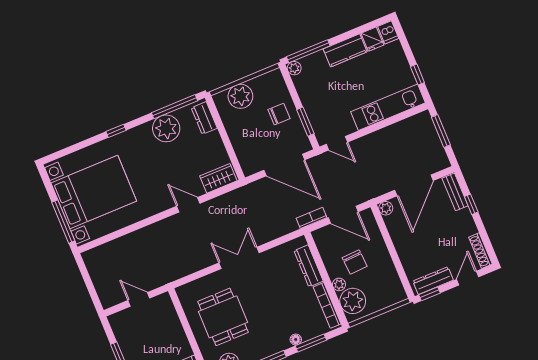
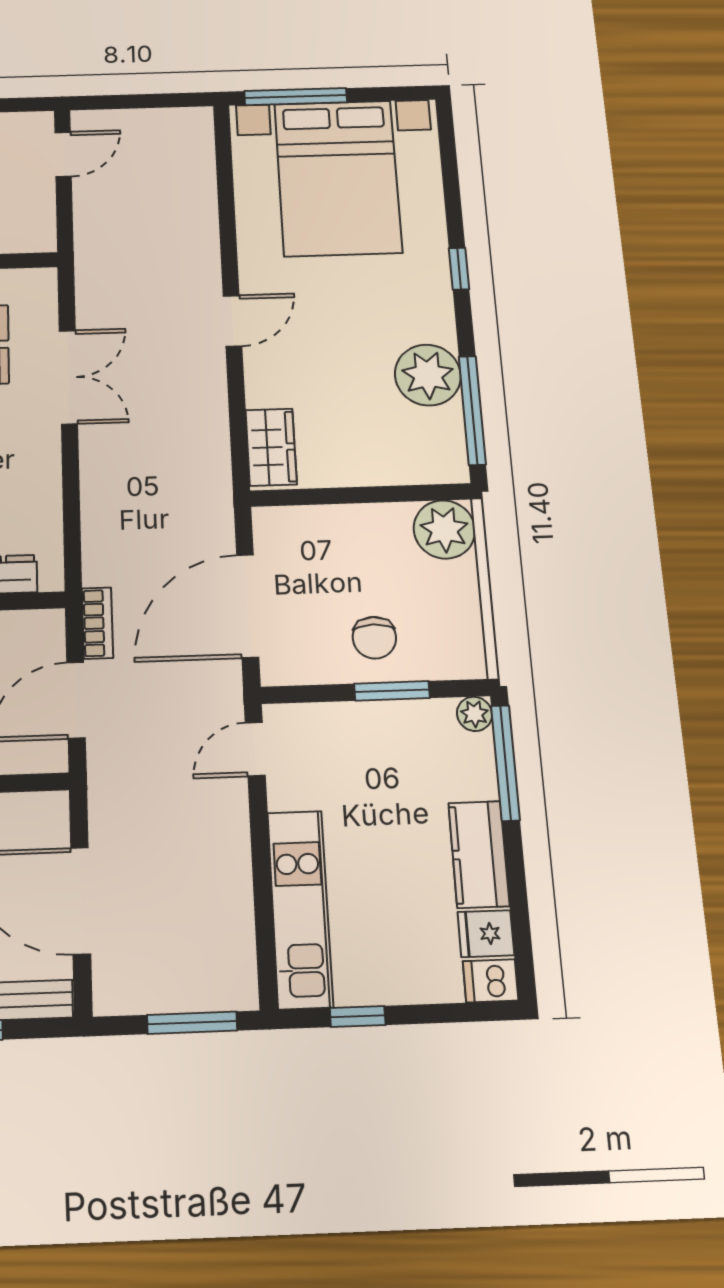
plant: (240, 96) -> (444, 529), moved
dresser: (204, 118) -> (423, 466), removed
window: (305, 122) -> (392, 691), moved
door: (188, 205) -> (233, 321), moved
plant: (386, 208) -> (51, 809), removed
double door: (239, 258) -> (68, 377), moved
door: (139, 299) -> (63, 154), moved

